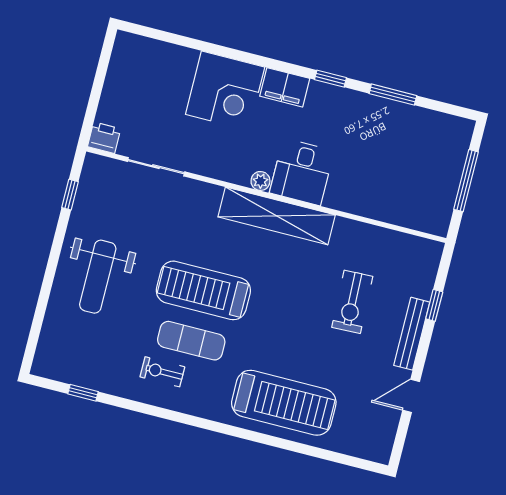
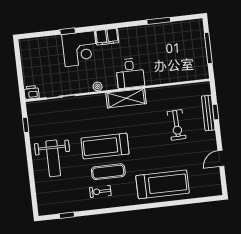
window: (331, 79) -> (68, 31), moved
plant: (260, 181) -> (98, 86), moved
shelving: (277, 216) -> (126, 98), width x0.68
bench: (412, 334) -> (208, 113), moved

